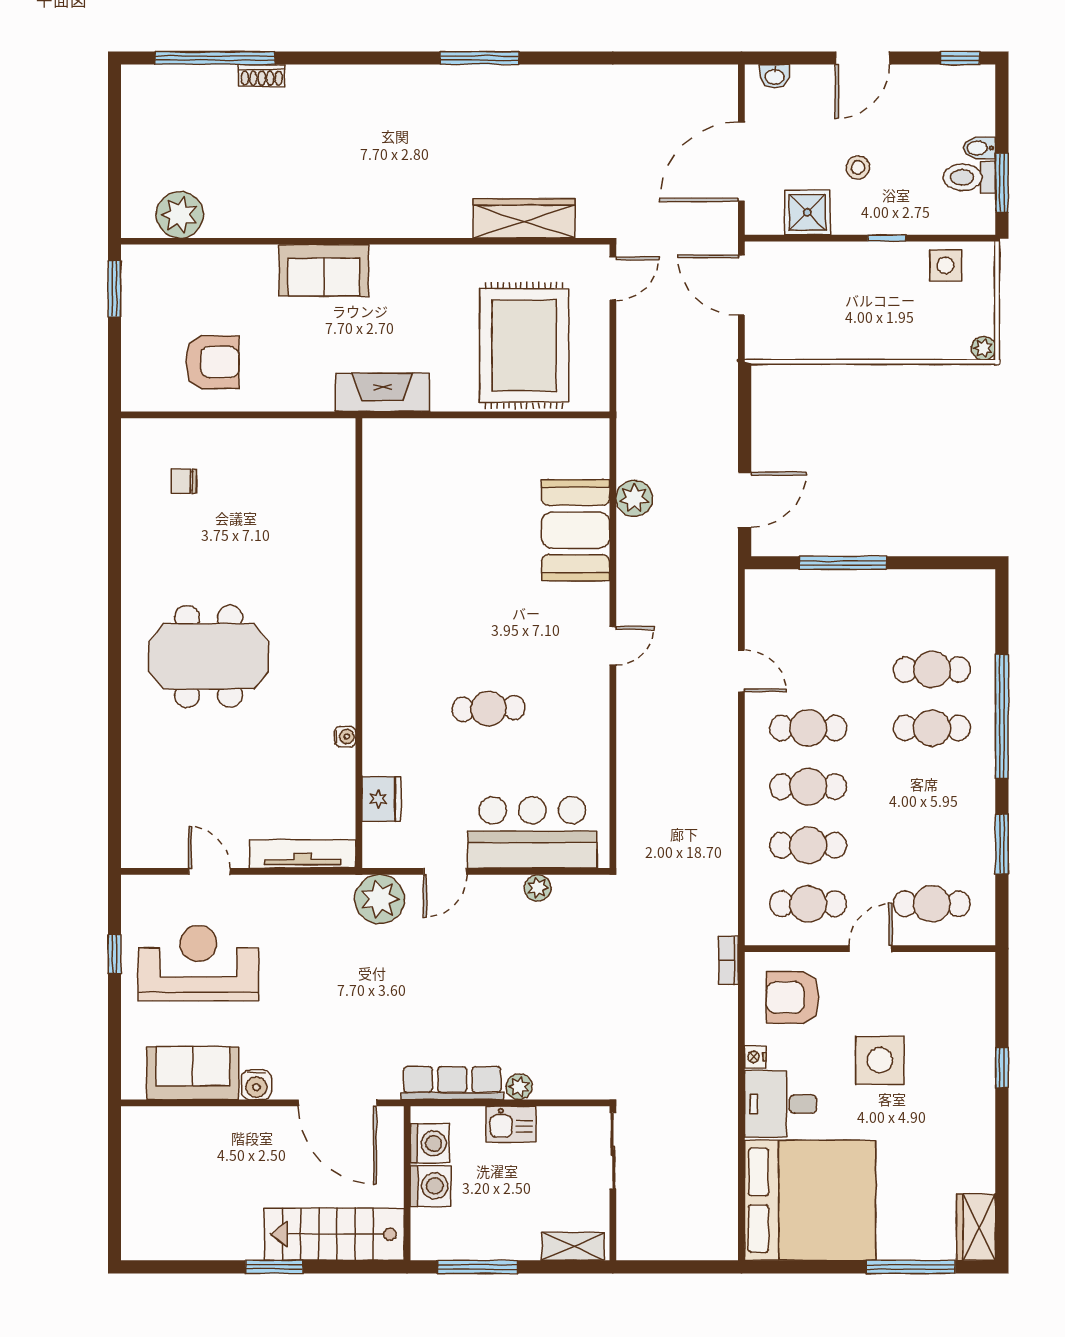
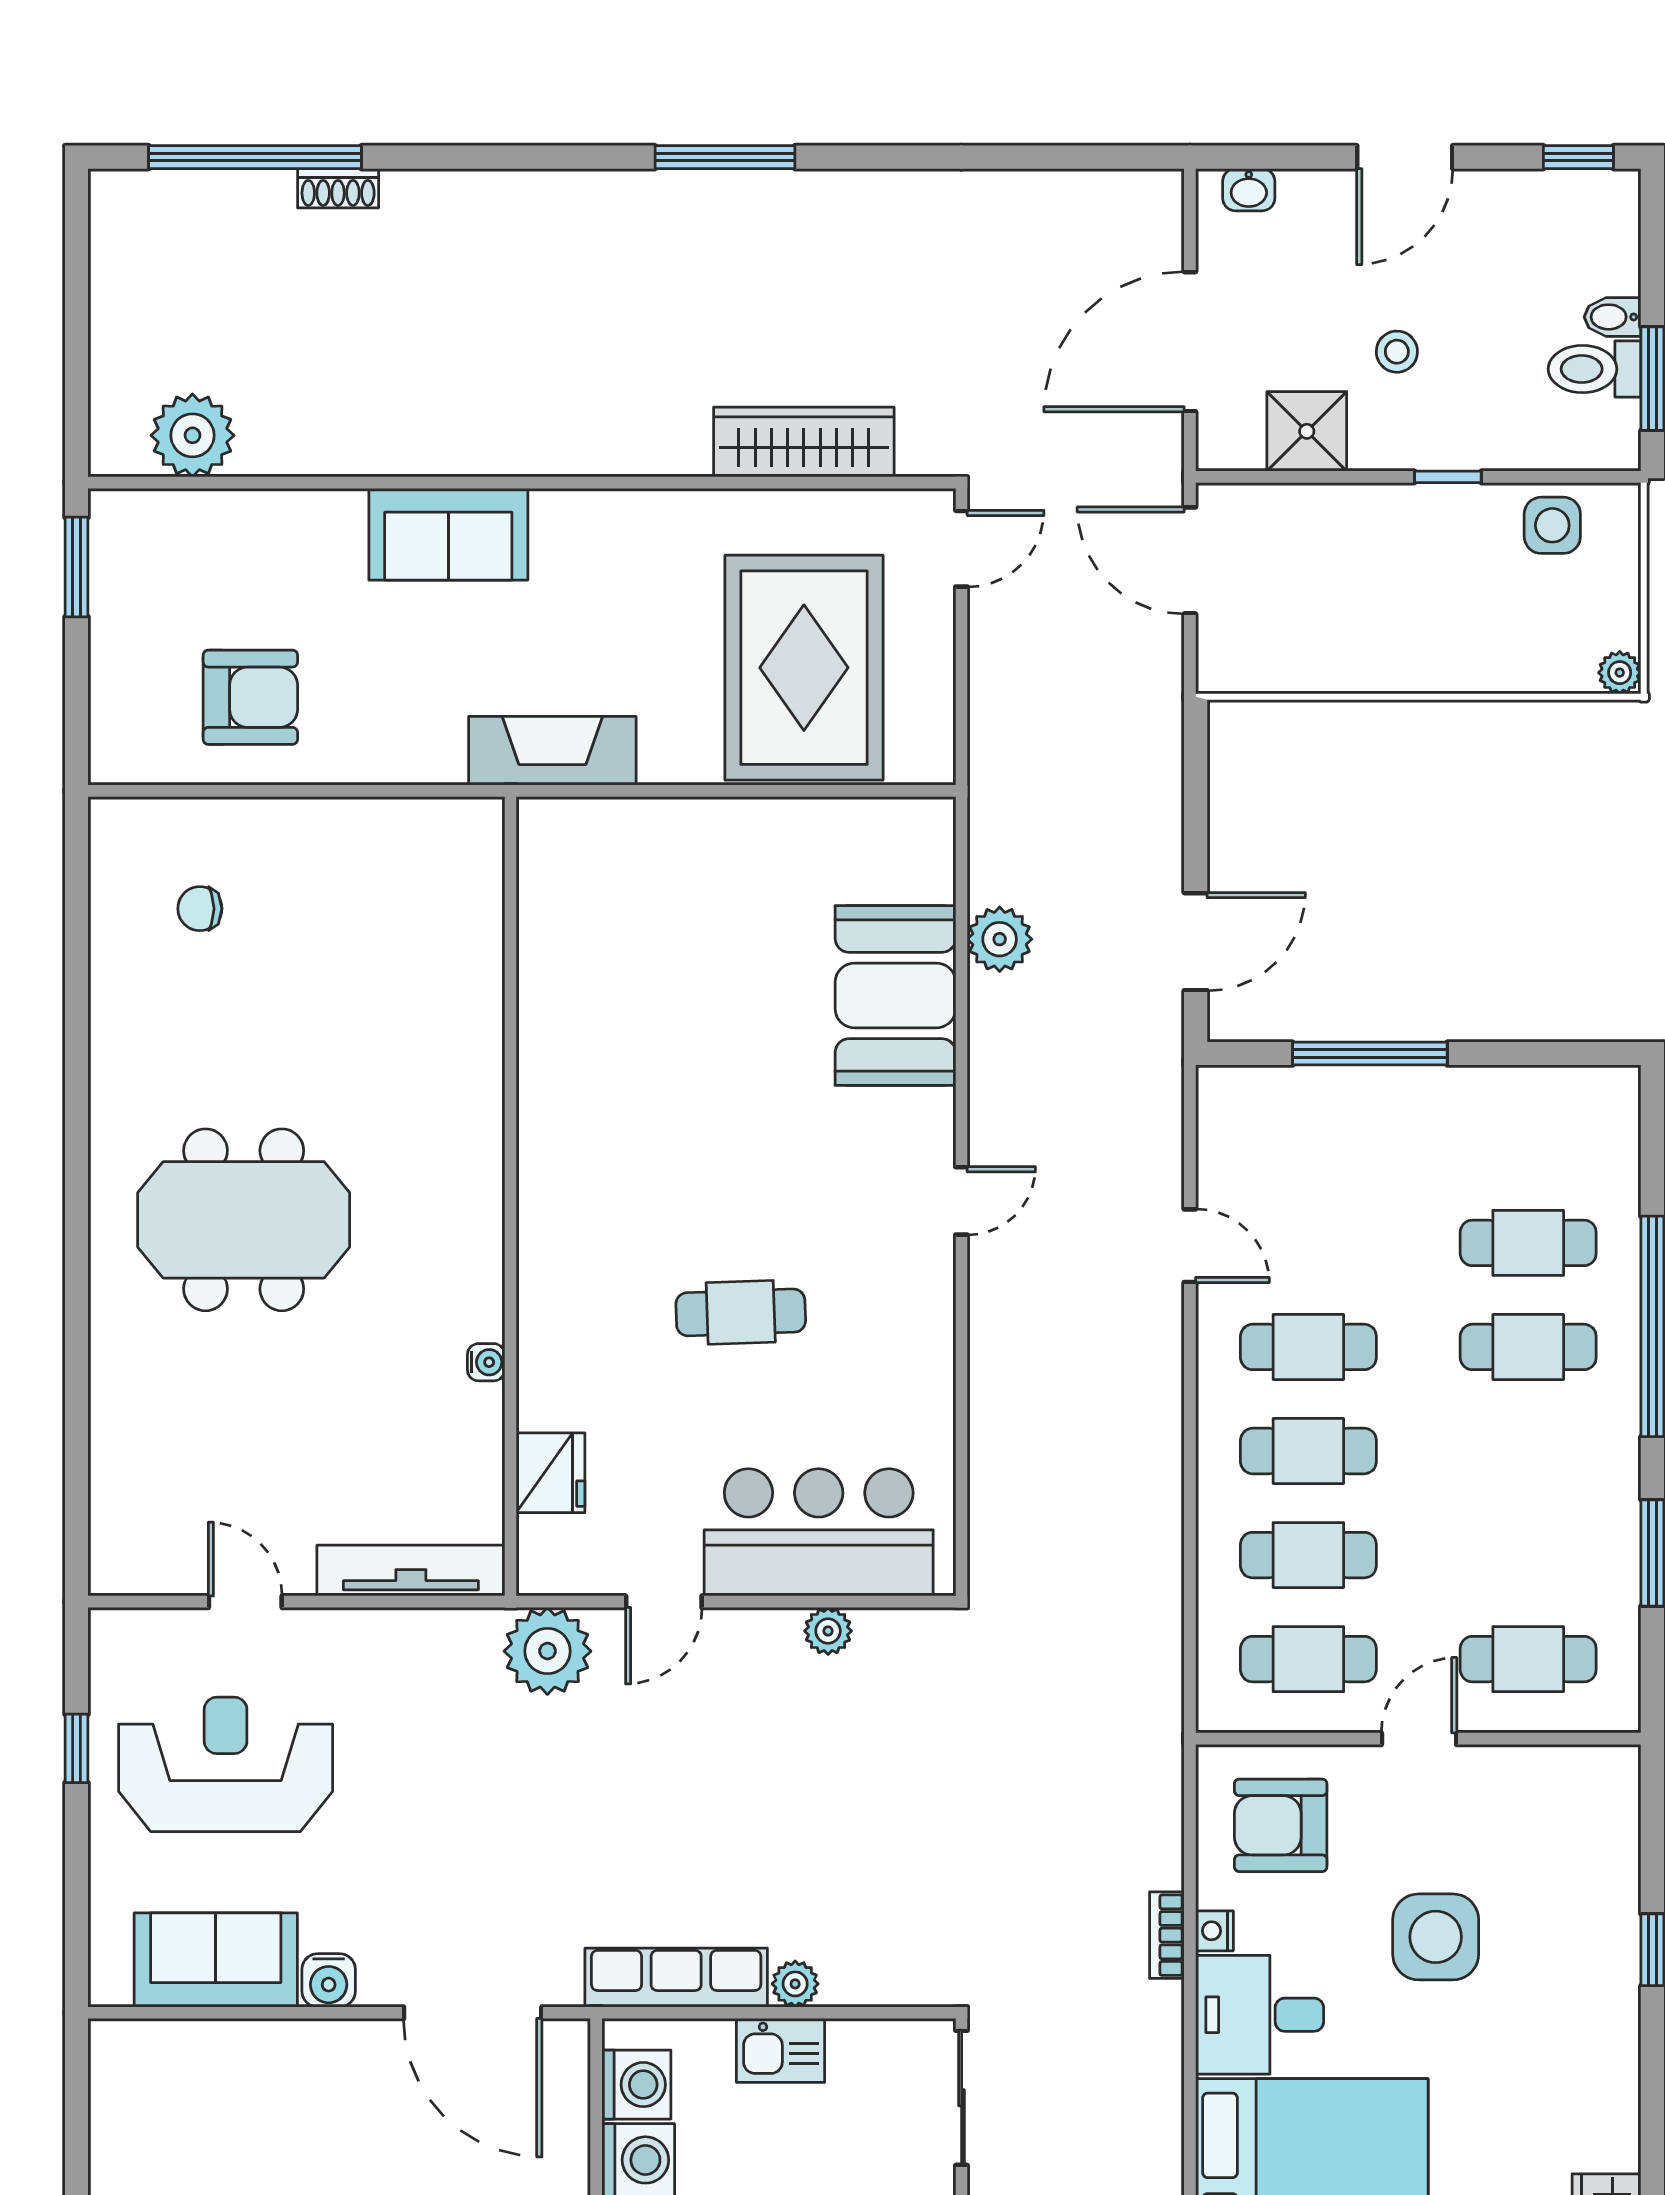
bookcase: (728, 960) -> (1167, 1935), moved

